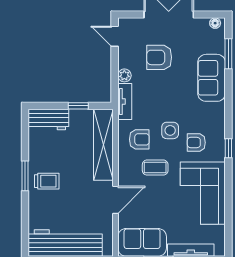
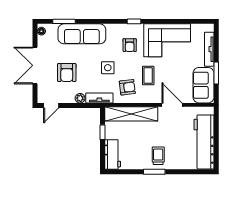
sofa: (212, 78) -> (82, 34), width x1.36
side table: (170, 130) -> (108, 68), moved
armchair: (139, 139) -> (127, 87), turned 83

